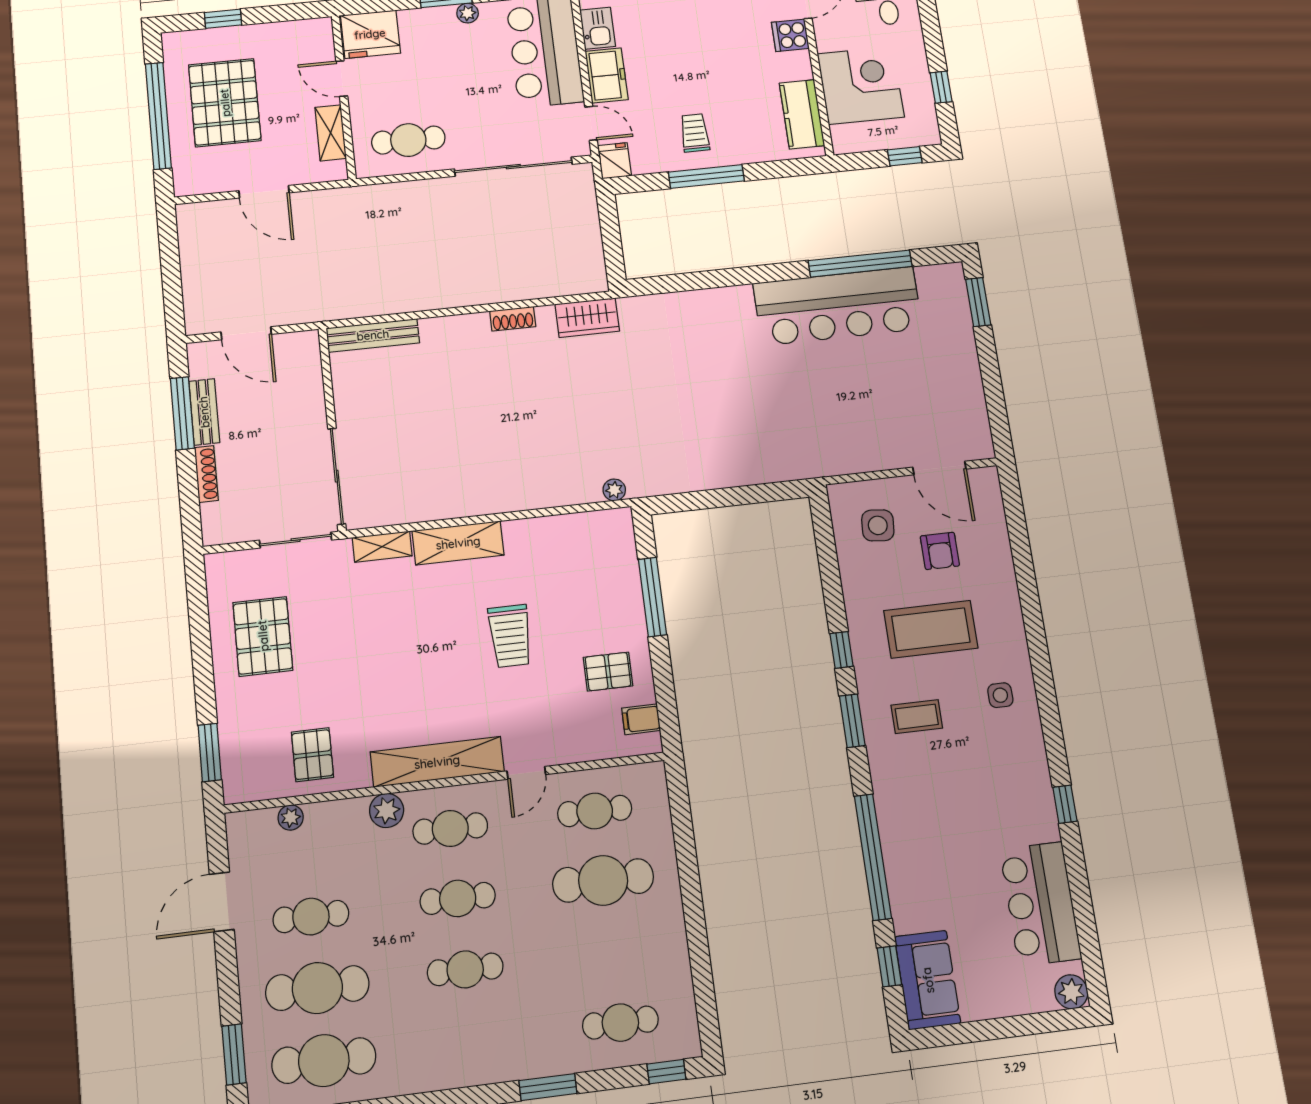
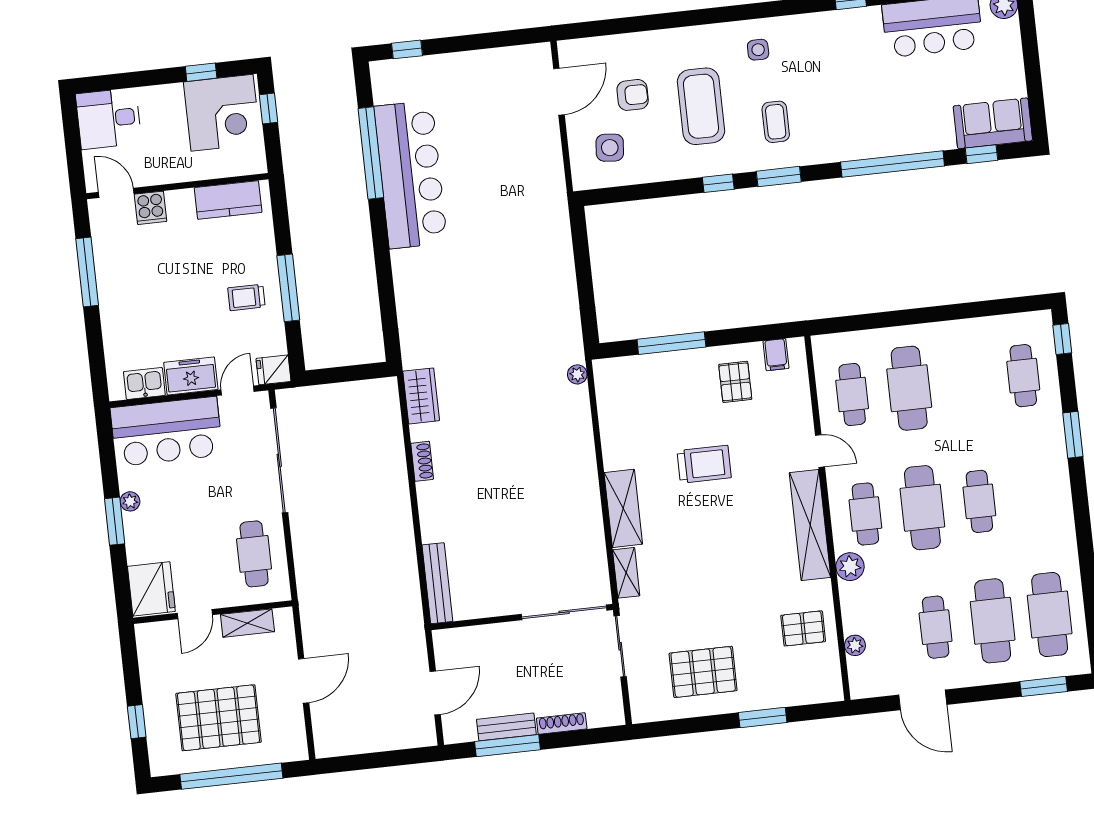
corner desk: (861, 85) -> (222, 113), moved, turned 180
window: (978, 302) -> (407, 49), width x0.67
window: (210, 752) -> (763, 718), moved
cafe table: (458, 898) -> (922, 508), width x1.37, depth x1.35

